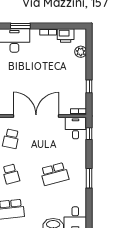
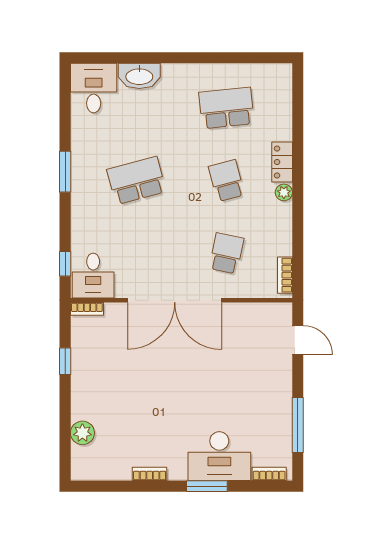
printer: (66, 35) -> (114, 467), removed

